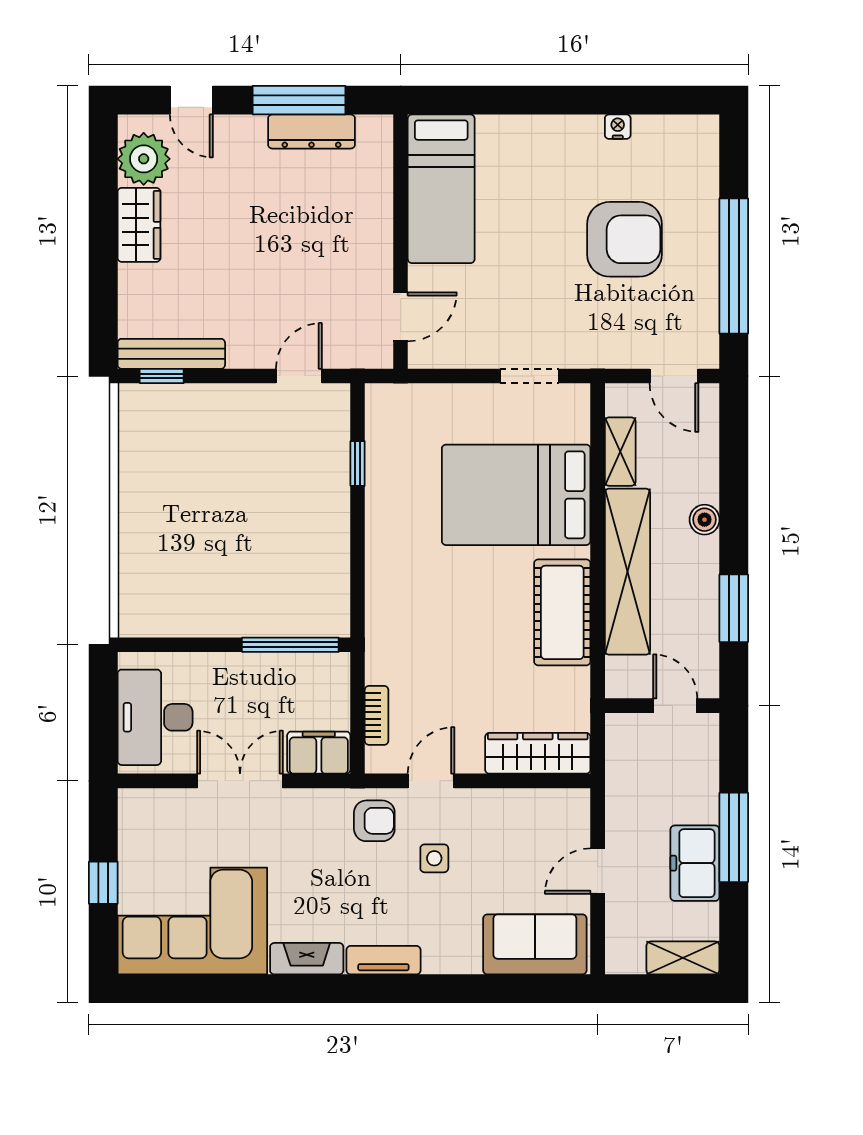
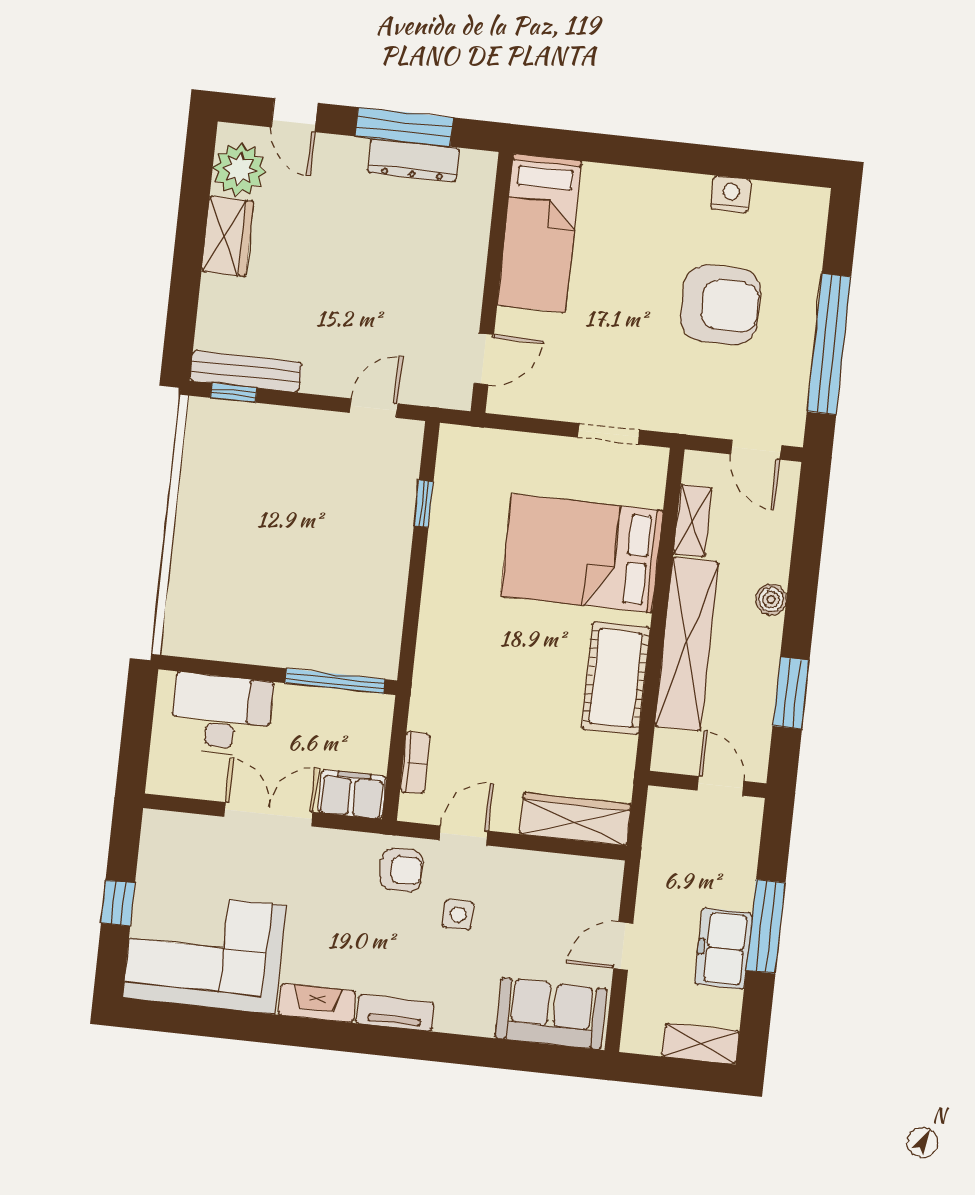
nightstand: (618, 127) -> (731, 194), width x1.39, depth x1.35
desk: (155, 717) -> (221, 715), moved, turned 90

